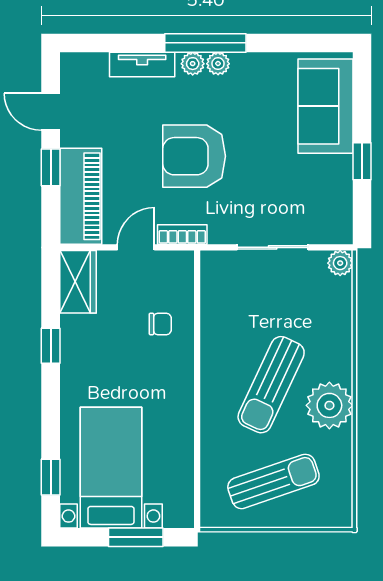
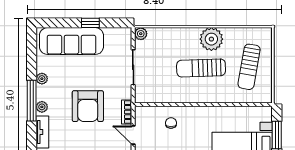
plant: (218, 64) -> (42, 79), moved
sofa: (325, 106) -> (71, 41), width x1.36
sun lounger: (271, 385) -> (201, 68), turned 153
sun lounger: (273, 481) -> (249, 67), turned -151

